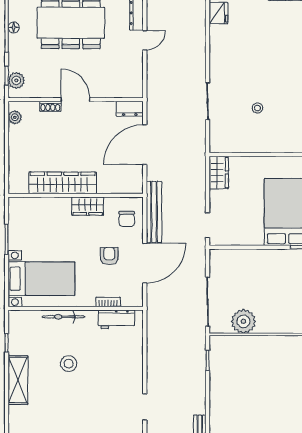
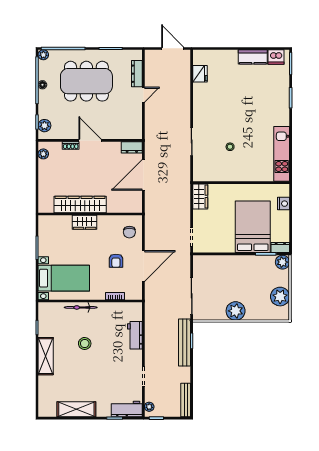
wardrobe: (88, 206) -> (85, 222), moved
bench: (154, 212) -> (185, 343), moved
armchair: (109, 256) -> (116, 261), turned 180
workbench: (116, 319) -> (135, 335), moved, turned 90
plant: (243, 321) -> (236, 311), moved

